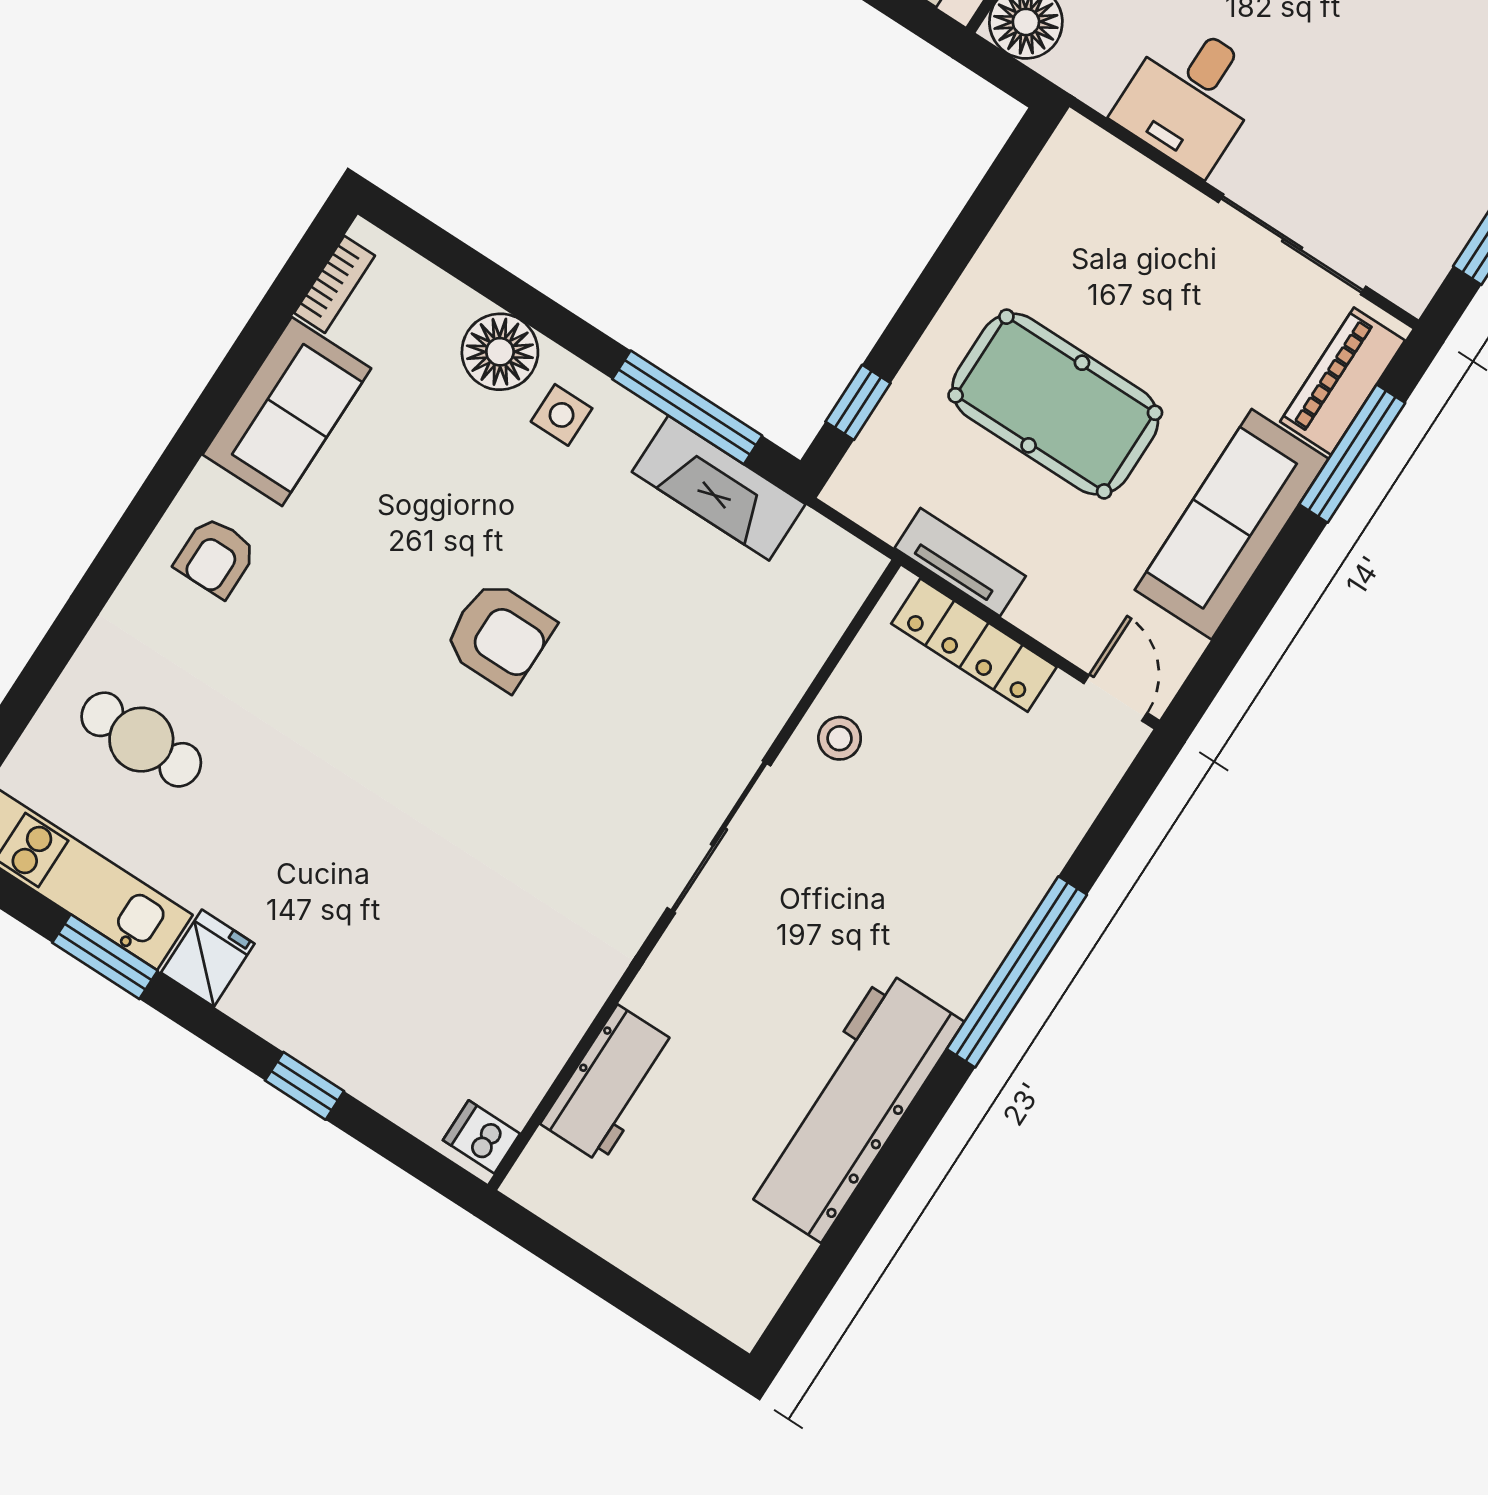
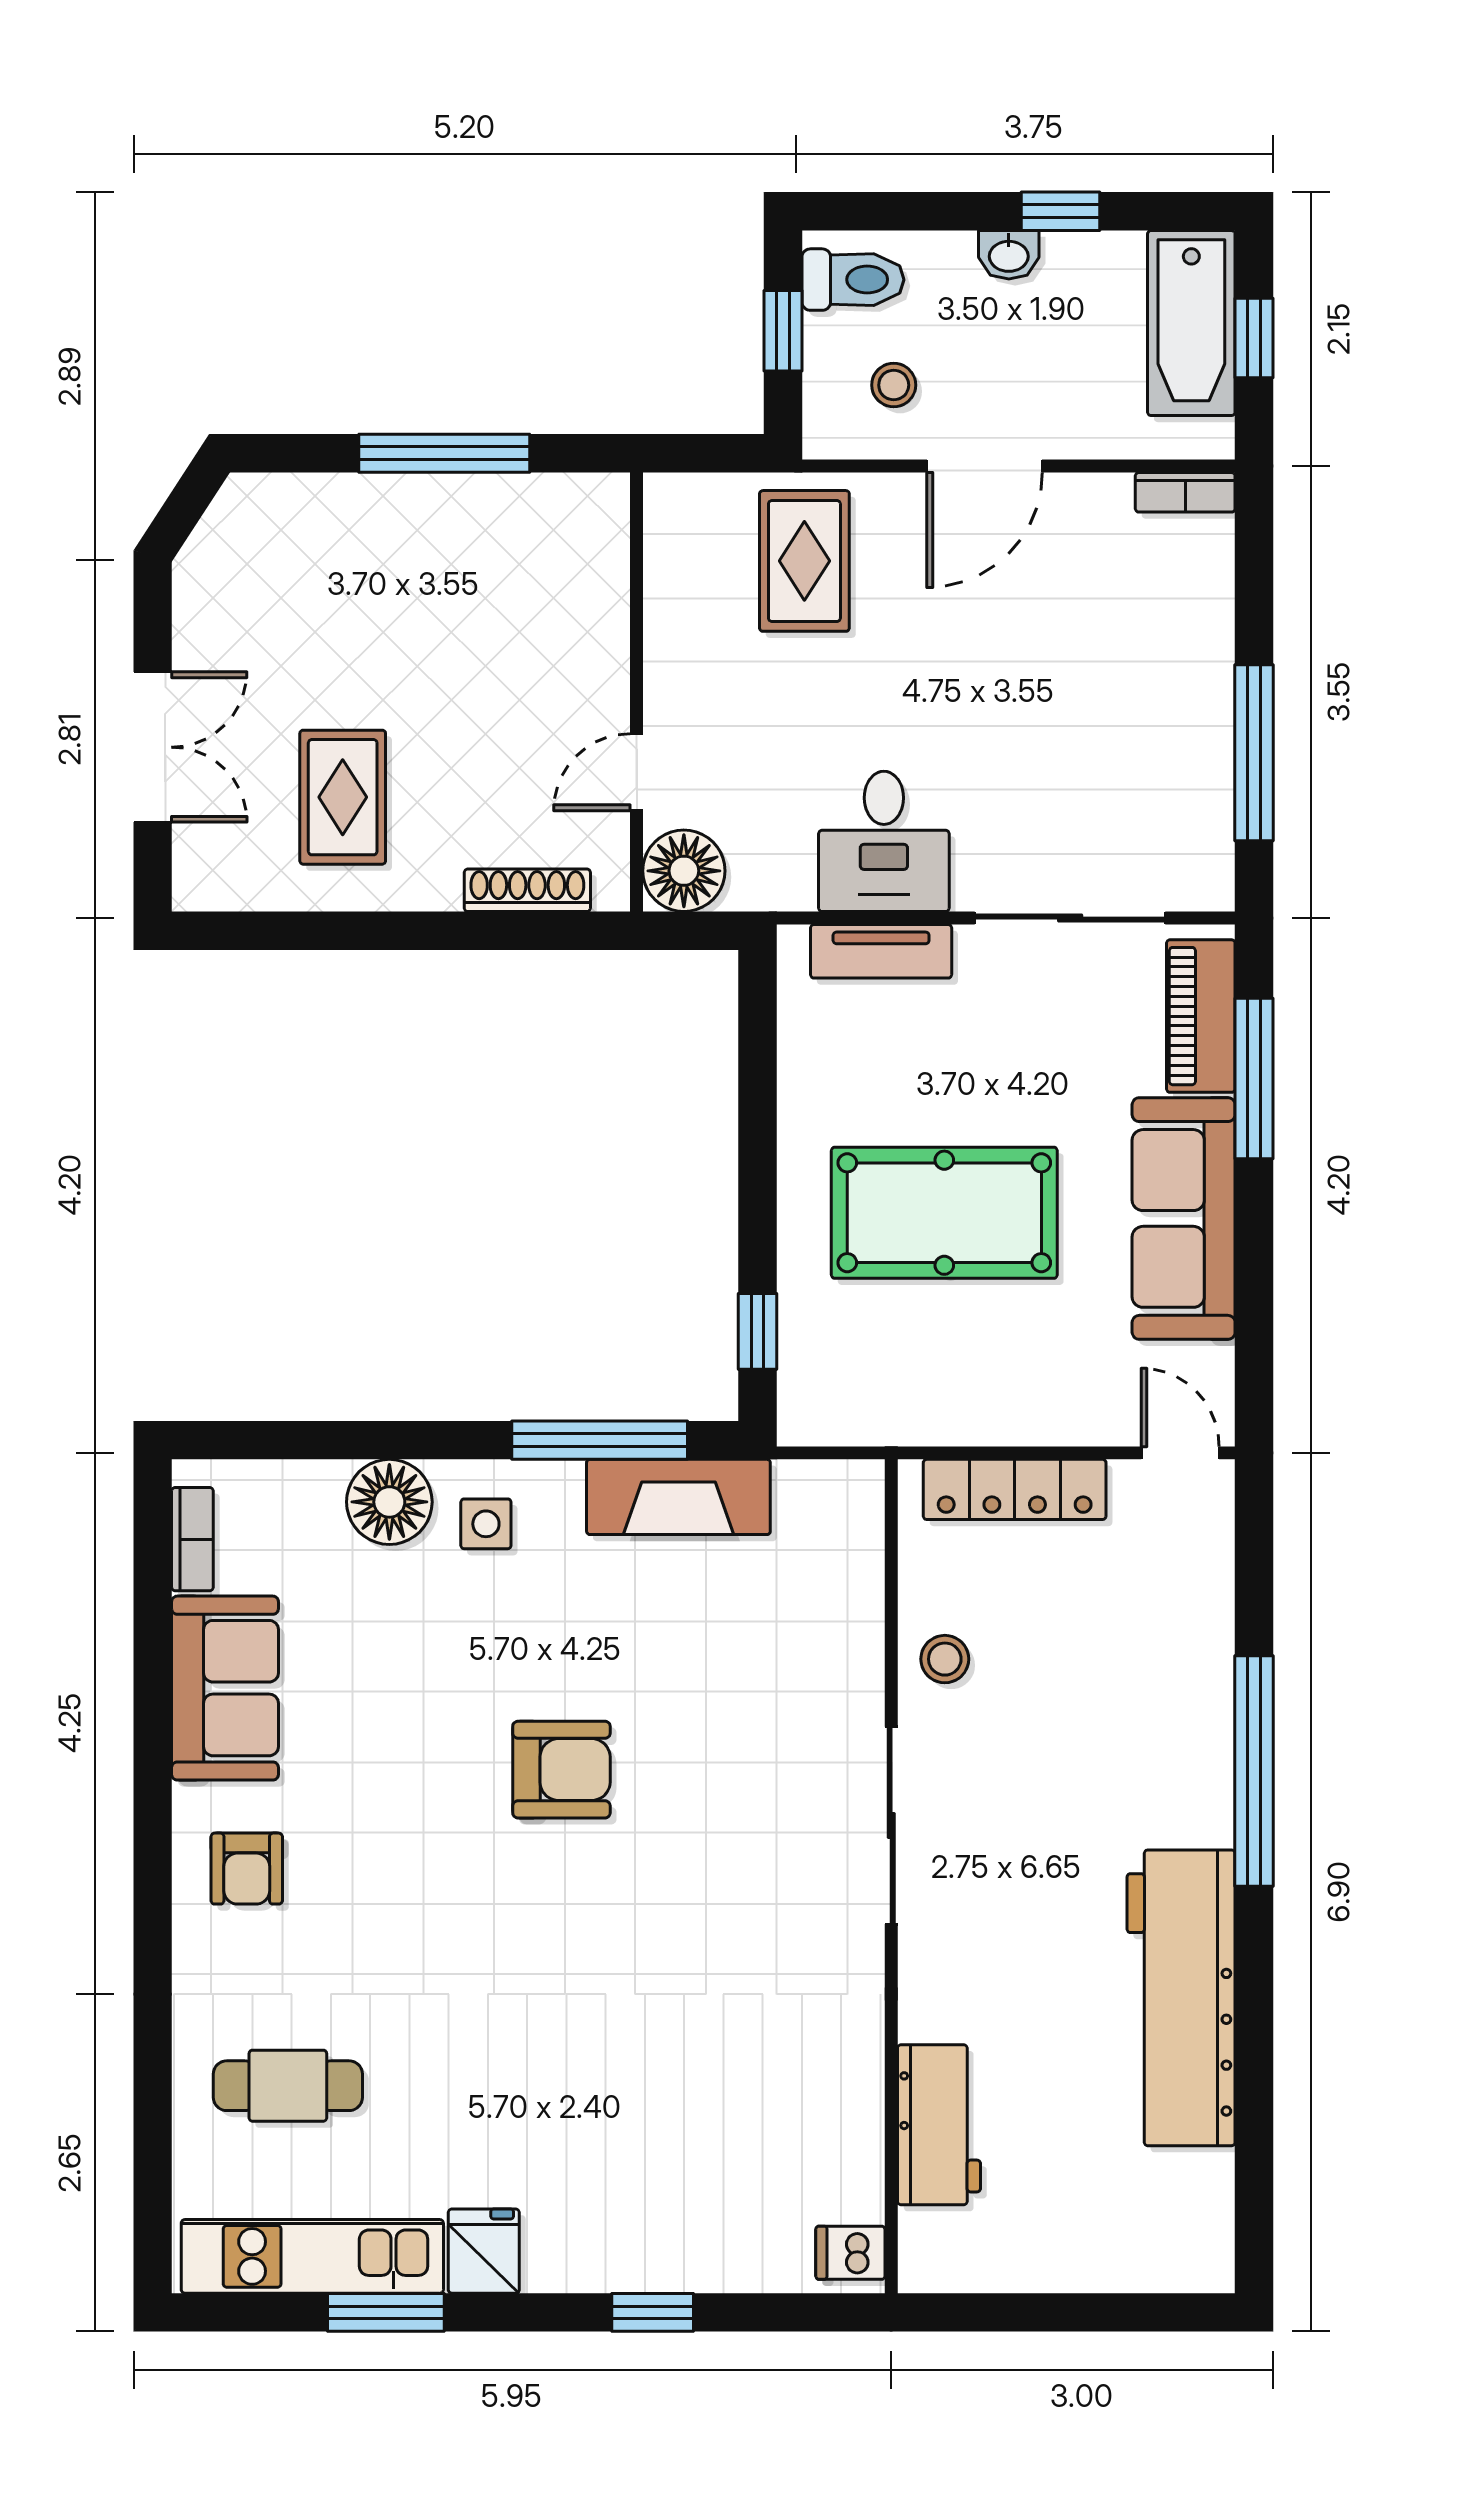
tv unit: (960, 562) -> (881, 951), moved, turned 180

